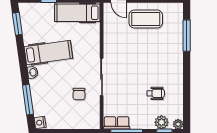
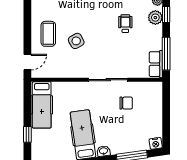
coffee table: (146, 19) -> (48, 34), width x0.73, depth x0.76
side table: (139, 46) -> (76, 41), added

